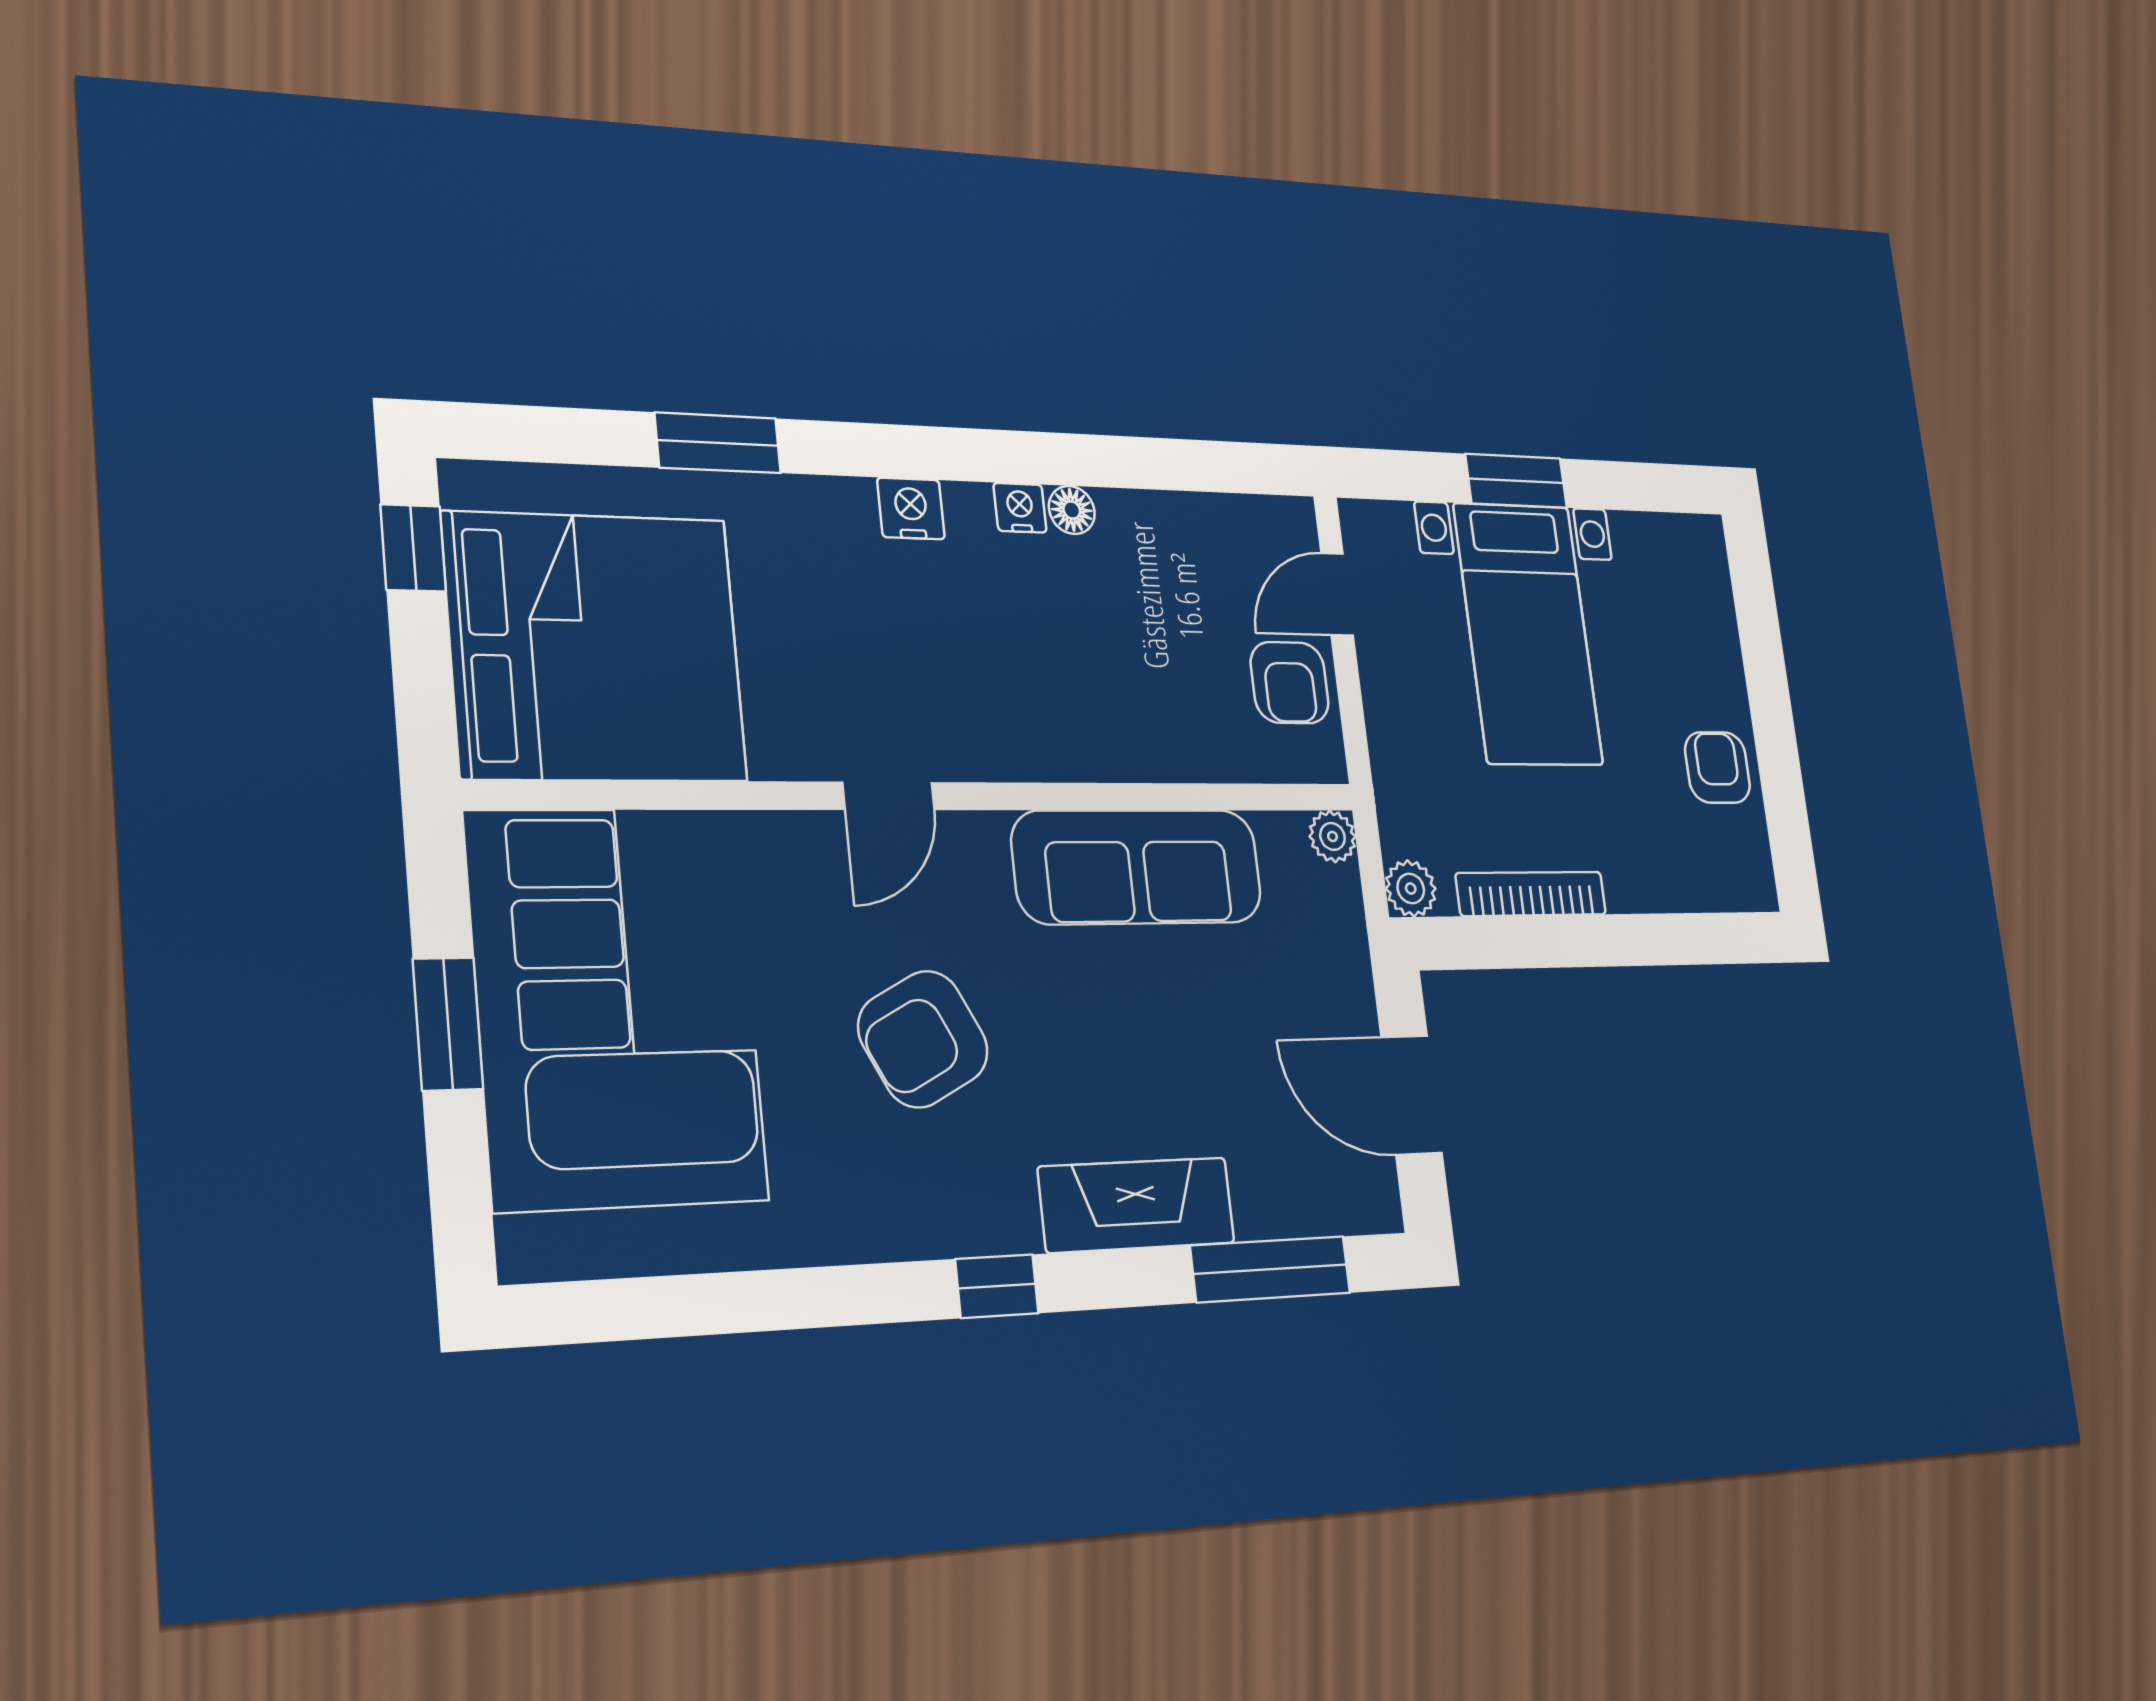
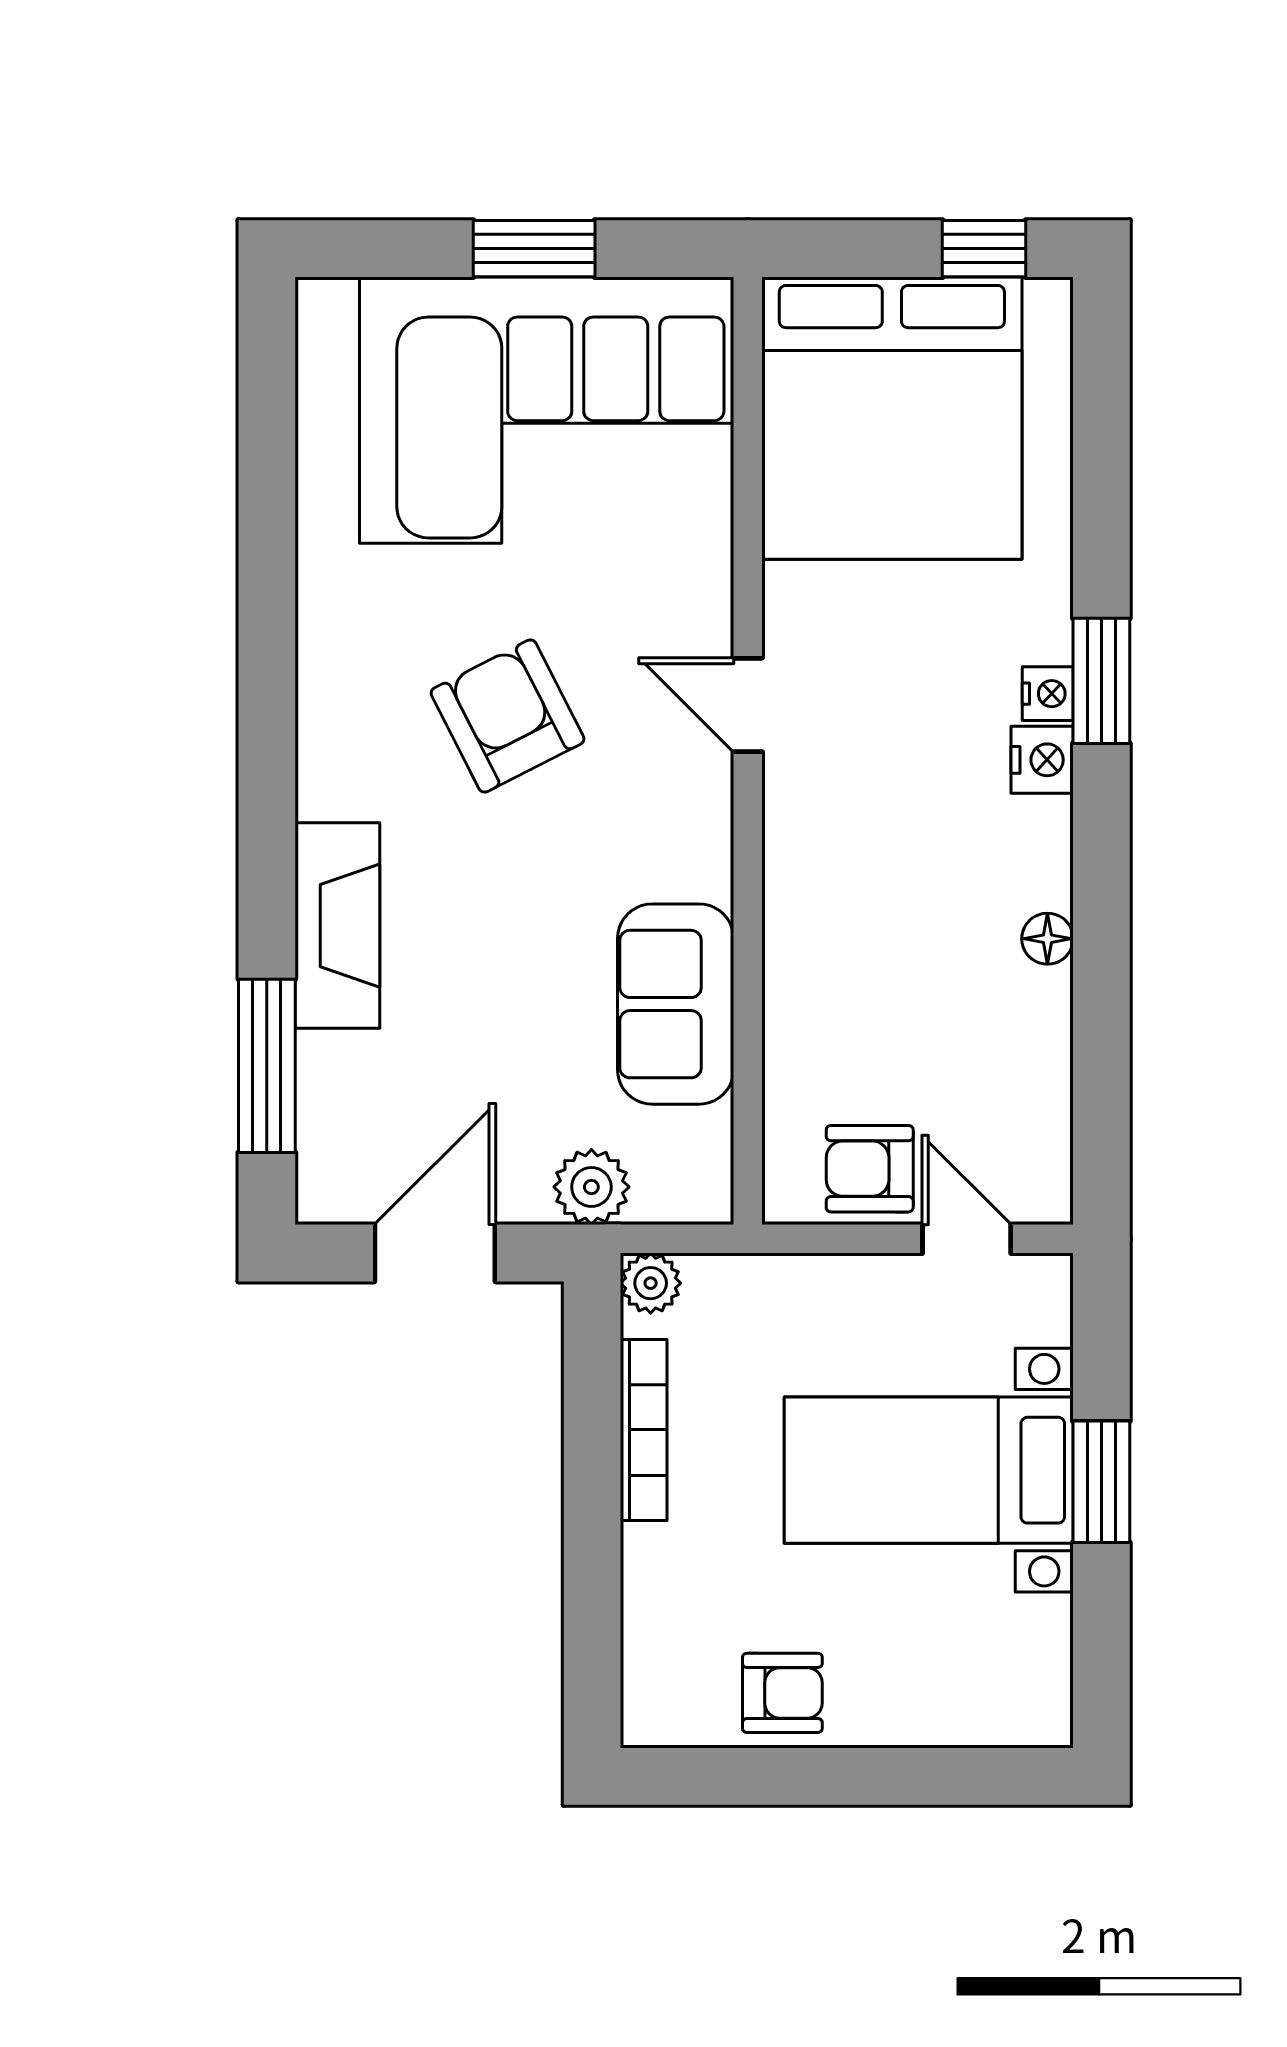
window: (718, 443) -> (1101, 681), moved
nightstand: (1020, 508) -> (1048, 694), moved
plant: (1332, 836) -> (591, 1187), moved, width x1.38, depth x1.38
sofa: (1137, 867) -> (676, 1004), width x0.73
window: (997, 1286) -> (267, 767), removed

